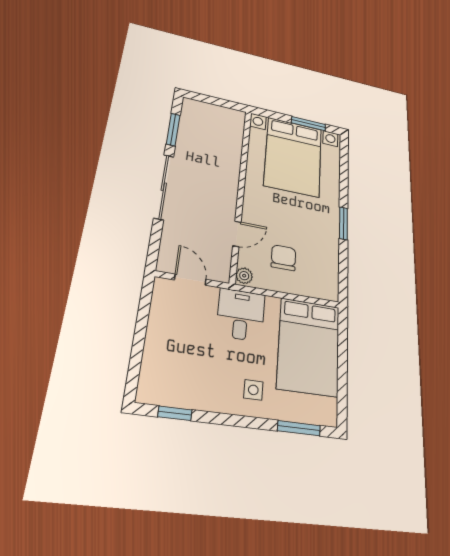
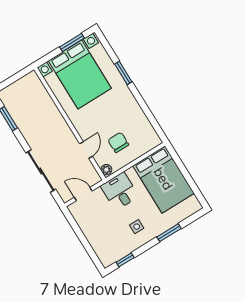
sliding door: (164, 187) -> (41, 171), moved
window: (343, 223) -> (123, 73), moved
side table: (253, 390) -> (137, 227), moved
window: (299, 428) -> (169, 233), moved

